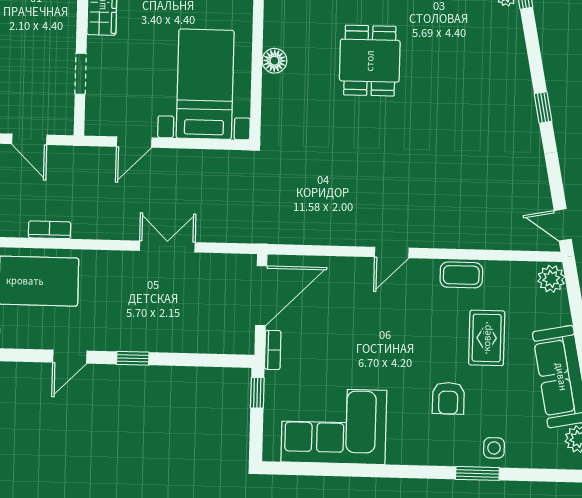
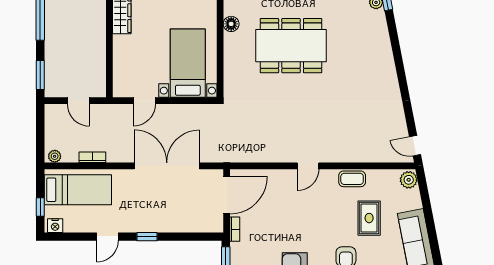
floor lamp: (274, 61) -> (231, 24), moved
dining table: (370, 61) -> (291, 46), width x1.88, depth x1.24
doorway: (81, 74) -> (109, 59), removed
window: (543, 107) -> (401, 72), removed
double door: (167, 247) -> (167, 166), width x1.87

